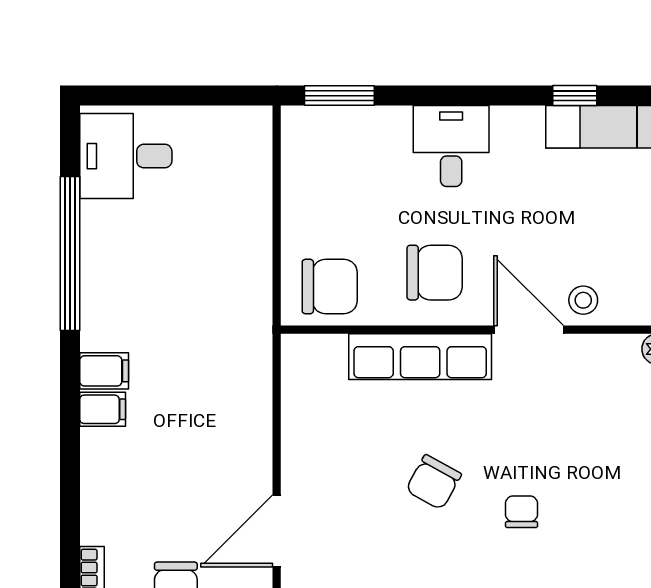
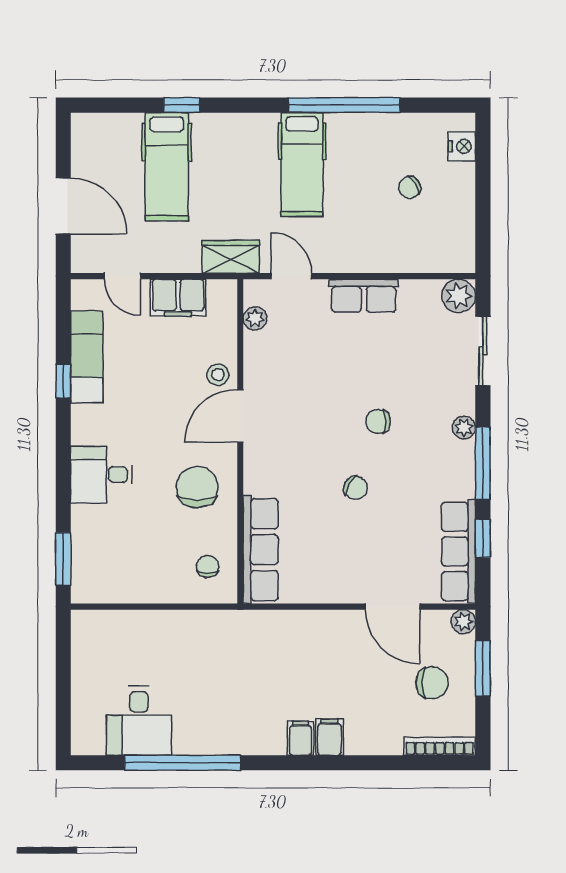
desk: (126, 156) -> (139, 721), moved
chair: (330, 287) -> (208, 566), width x0.54, depth x0.54
row of seats: (420, 357) -> (261, 550), moved
filing cabinet: (104, 371) -> (330, 737), moved
chair: (434, 482) -> (356, 488), width x0.73, depth x0.73

